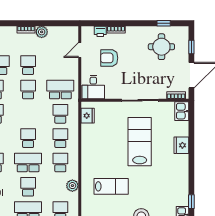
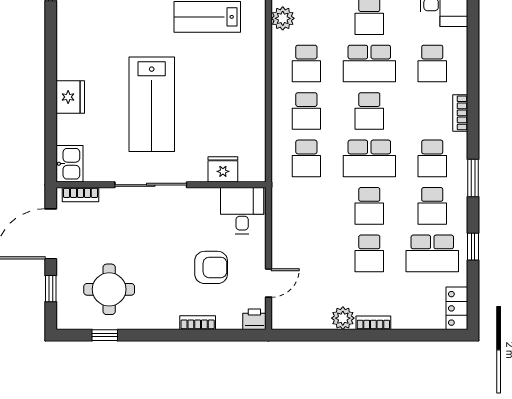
printer: (100, 31) -> (254, 319), moved
school desk: (60, 89) -> (369, 158), moved
fridge: (88, 116) -> (223, 169), moved, turned 90

